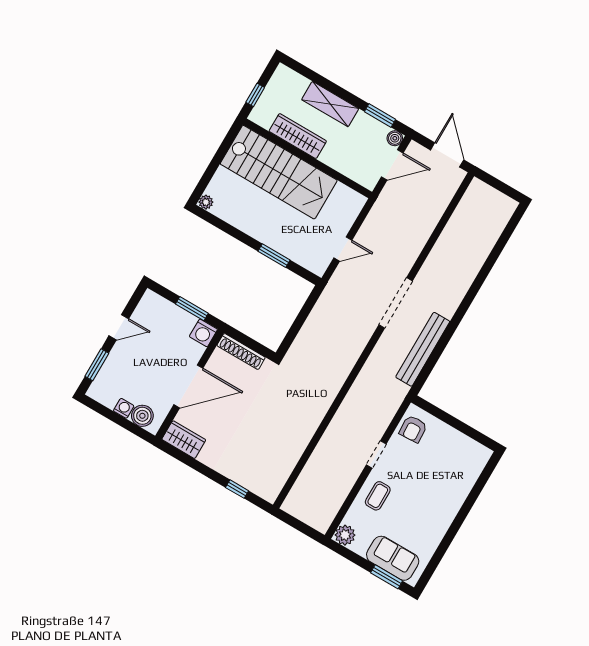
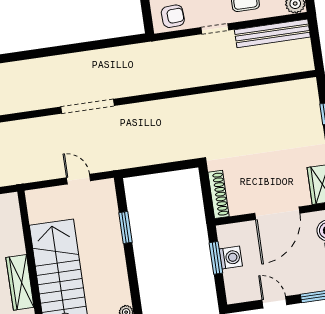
washing machine: (203, 333) -> (231, 258), moved
bench: (423, 349) -> (272, 33), moved
door: (188, 386) -> (277, 213), swing flipped

